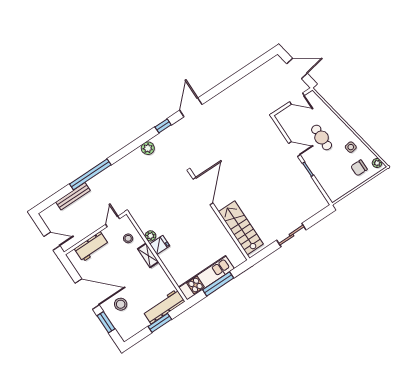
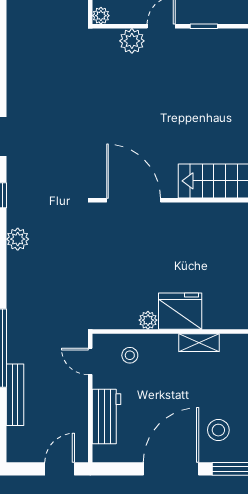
plant: (280, 117) -> (101, 16), added
plant: (278, 140) -> (132, 41), added
fridge: (160, 245) -> (180, 311), width x1.88, depth x1.34
shelving: (148, 255) -> (199, 343), moved

